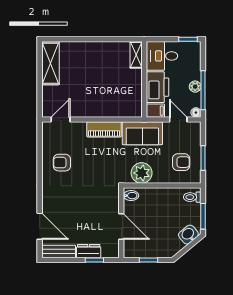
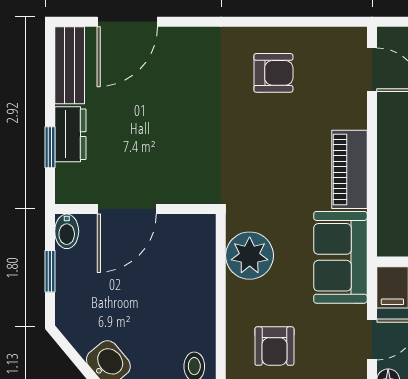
armchair: (62, 163) -> (273, 73), turned 90
bidet: (131, 196) -> (67, 231), moved

